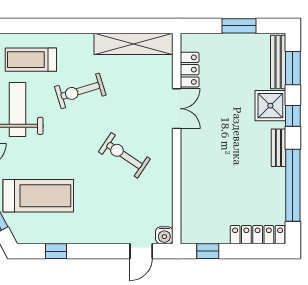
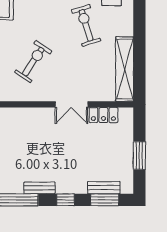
bench: (278, 62) -> (104, 188), width x0.73
shower: (270, 106) -> (74, 181), removed

